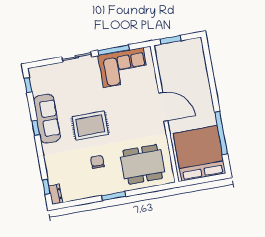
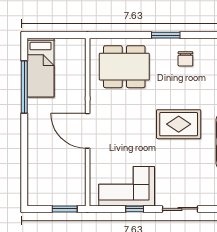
window: (114, 50) -> (135, 209), width x0.46
bed: (199, 153) -> (41, 68), width x0.49
chair: (97, 162) -> (185, 59), moved

